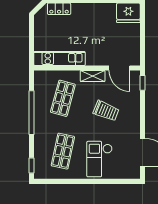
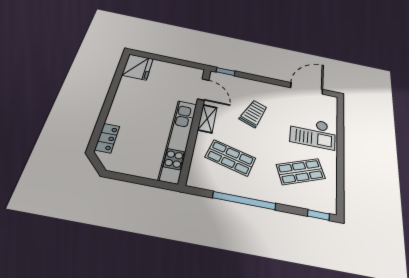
kitchen unit: (59, 58) -> (178, 140), width x1.36
door: (119, 68) -> (203, 89), hinge flipped
shop shelf: (63, 151) -> (301, 172), turned -33

